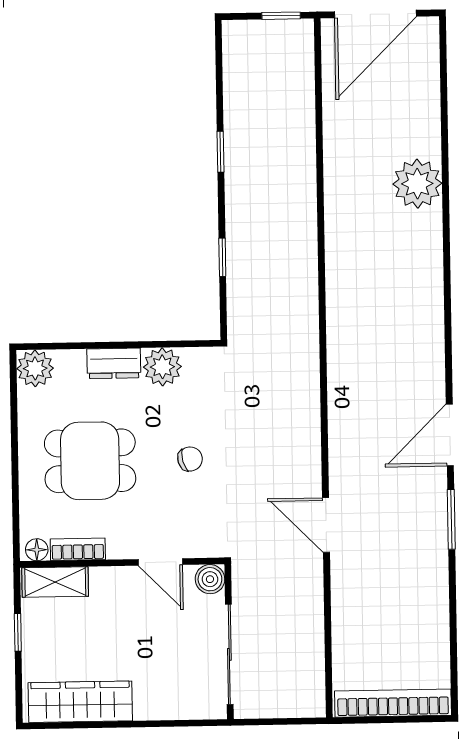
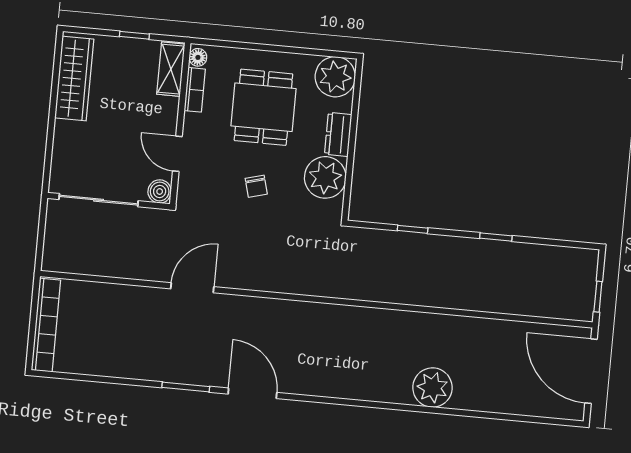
plant: (417, 184) -> (432, 388), moved
plant: (162, 367) -> (325, 177), width x1.36, depth x1.36
plant: (35, 368) -> (335, 77), width x1.36, depth x1.36
door: (160, 562) -> (177, 154), hinge flipped

